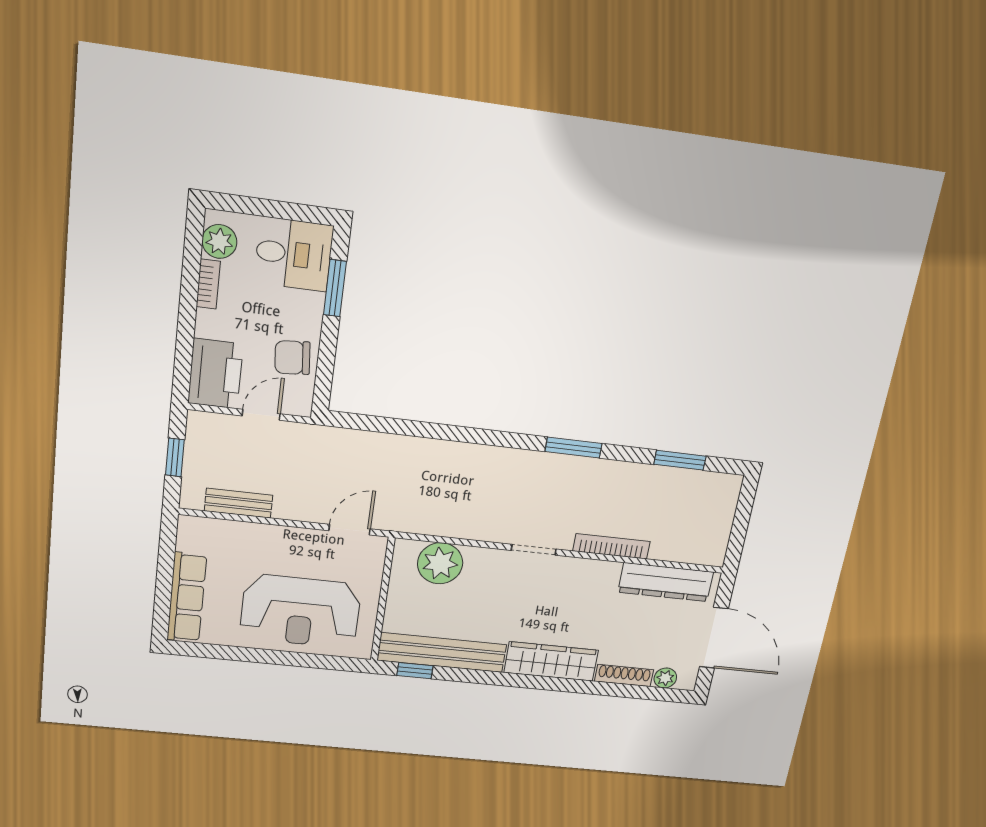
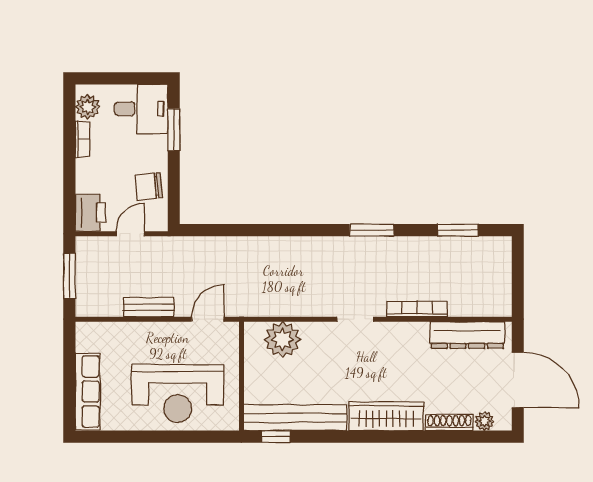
printer: (215, 374) -> (91, 213), width x0.73, depth x0.84
window: (175, 457) -> (69, 276), width x1.50
bench: (239, 503) -> (149, 307), moved

